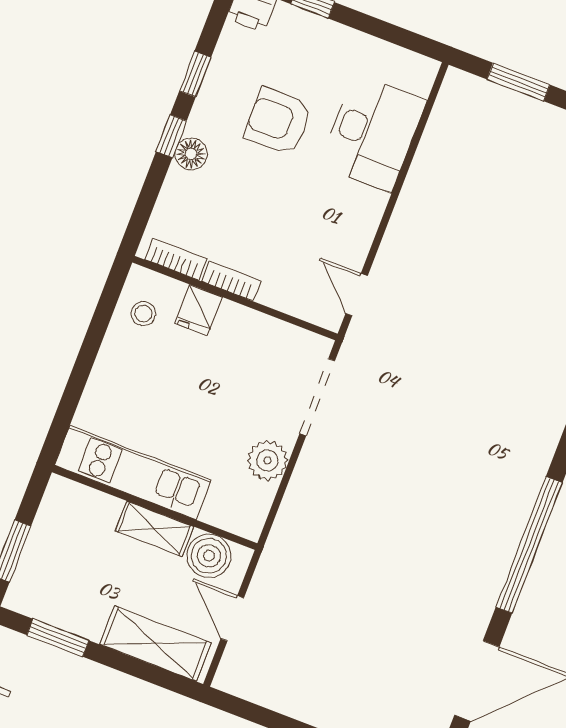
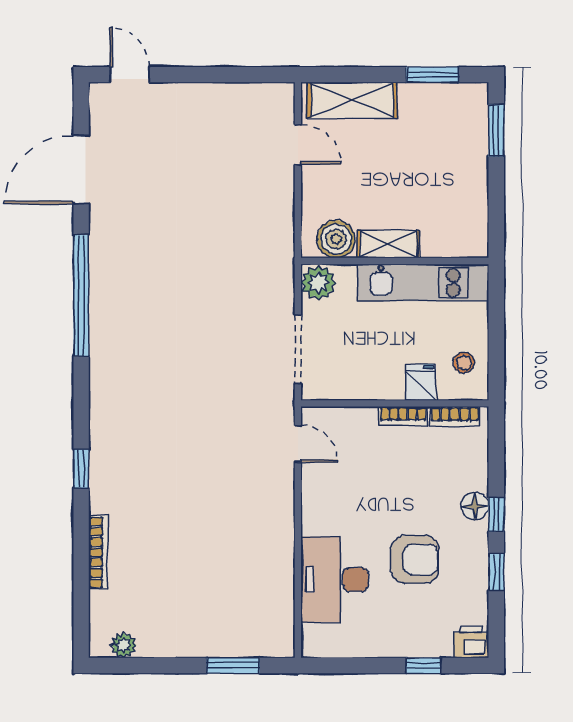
kitchen unit: (133, 473) -> (423, 283), moved
wall: (155, 508) -> (395, 261), moved
shelving: (155, 529) -> (388, 244), moved
boiler: (209, 556) -> (336, 239), moved

